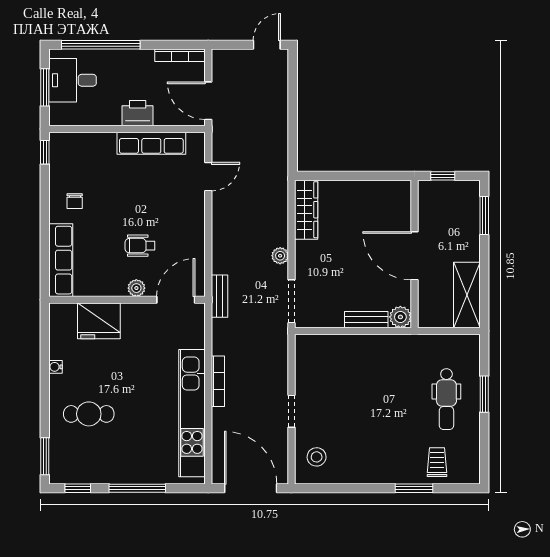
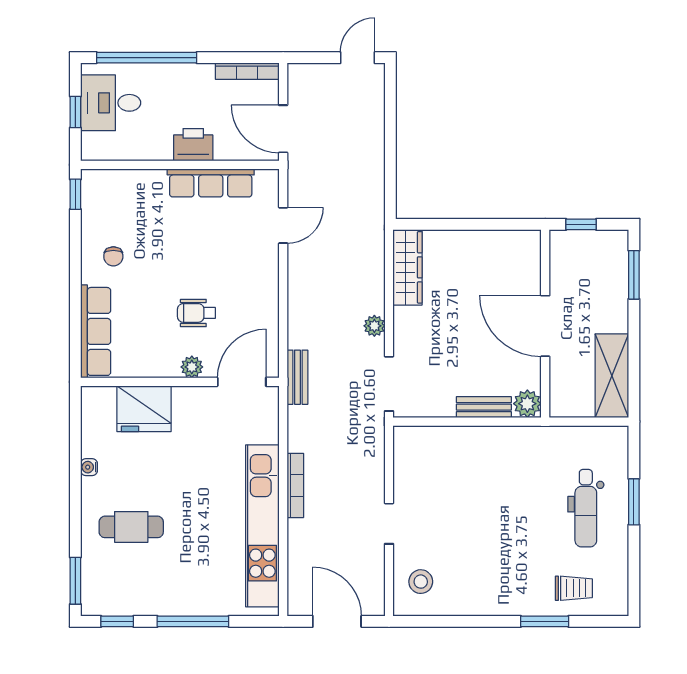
window: (45, 87) -> (75, 112), width x0.67
trolley: (437, 462) -> (574, 588), turned 90
door: (251, 488) -> (337, 621), width x0.73

